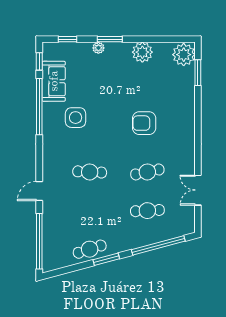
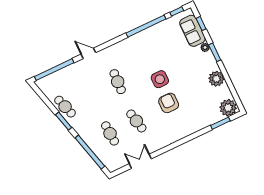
sofa: (54, 81) -> (192, 31), moved, turned 90
side table: (76, 118) -> (160, 79), moved

